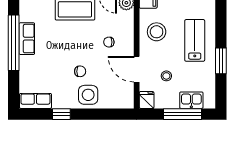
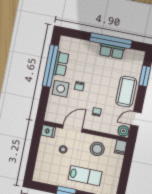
kitchen sink: (191, 100) -> (42, 164), removed
row of seats: (35, 101) -> (61, 64), moved
window: (61, 114) -> (50, 66), width x3.17
window: (183, 114) -> (33, 156), removed

